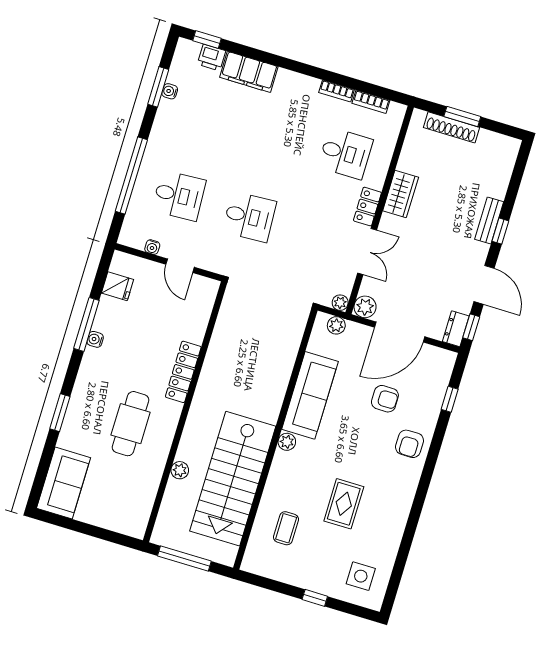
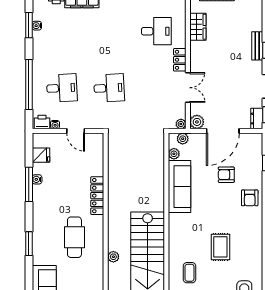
wardrobe: (401, 194) -> (198, 27), moved
printer: (134, 237) -> (42, 122), added
water cooler: (95, 339) -> (37, 179), moved
armchair: (385, 399) -> (226, 175), turned 180
plant: (287, 442) -> (174, 154), moved

